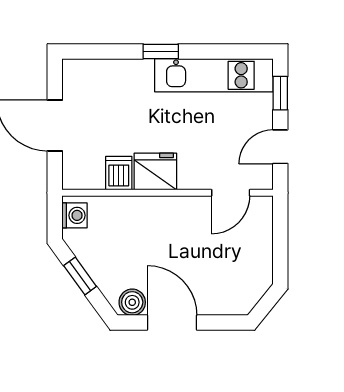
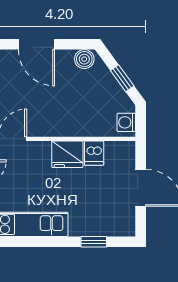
window: (161, 51) -> (94, 242), moved
door: (172, 323) -> (36, 44), moved

